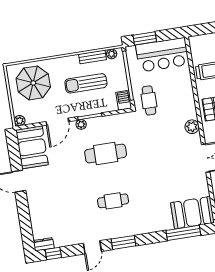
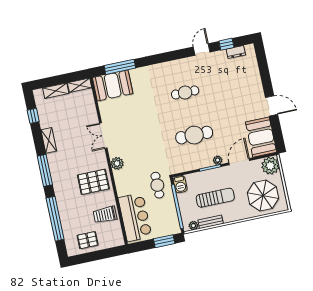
bar counter: (162, 55) -> (135, 217), moved, turned 90
plant: (20, 121) -> (270, 166), width x1.88, depth x1.88
window: (124, 242) -> (174, 55), removed
dresser: (44, 244) -> (236, 52), moved
window: (53, 253) -> (226, 44), moved

